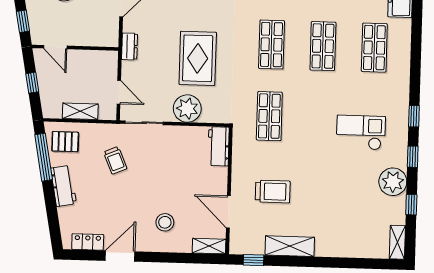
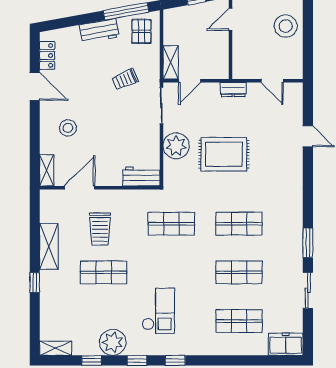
shelving: (80, 111) -> (171, 62), moved
shop shelf: (319, 189) -> (104, 272), added
window: (254, 260) -> (35, 283), moved

